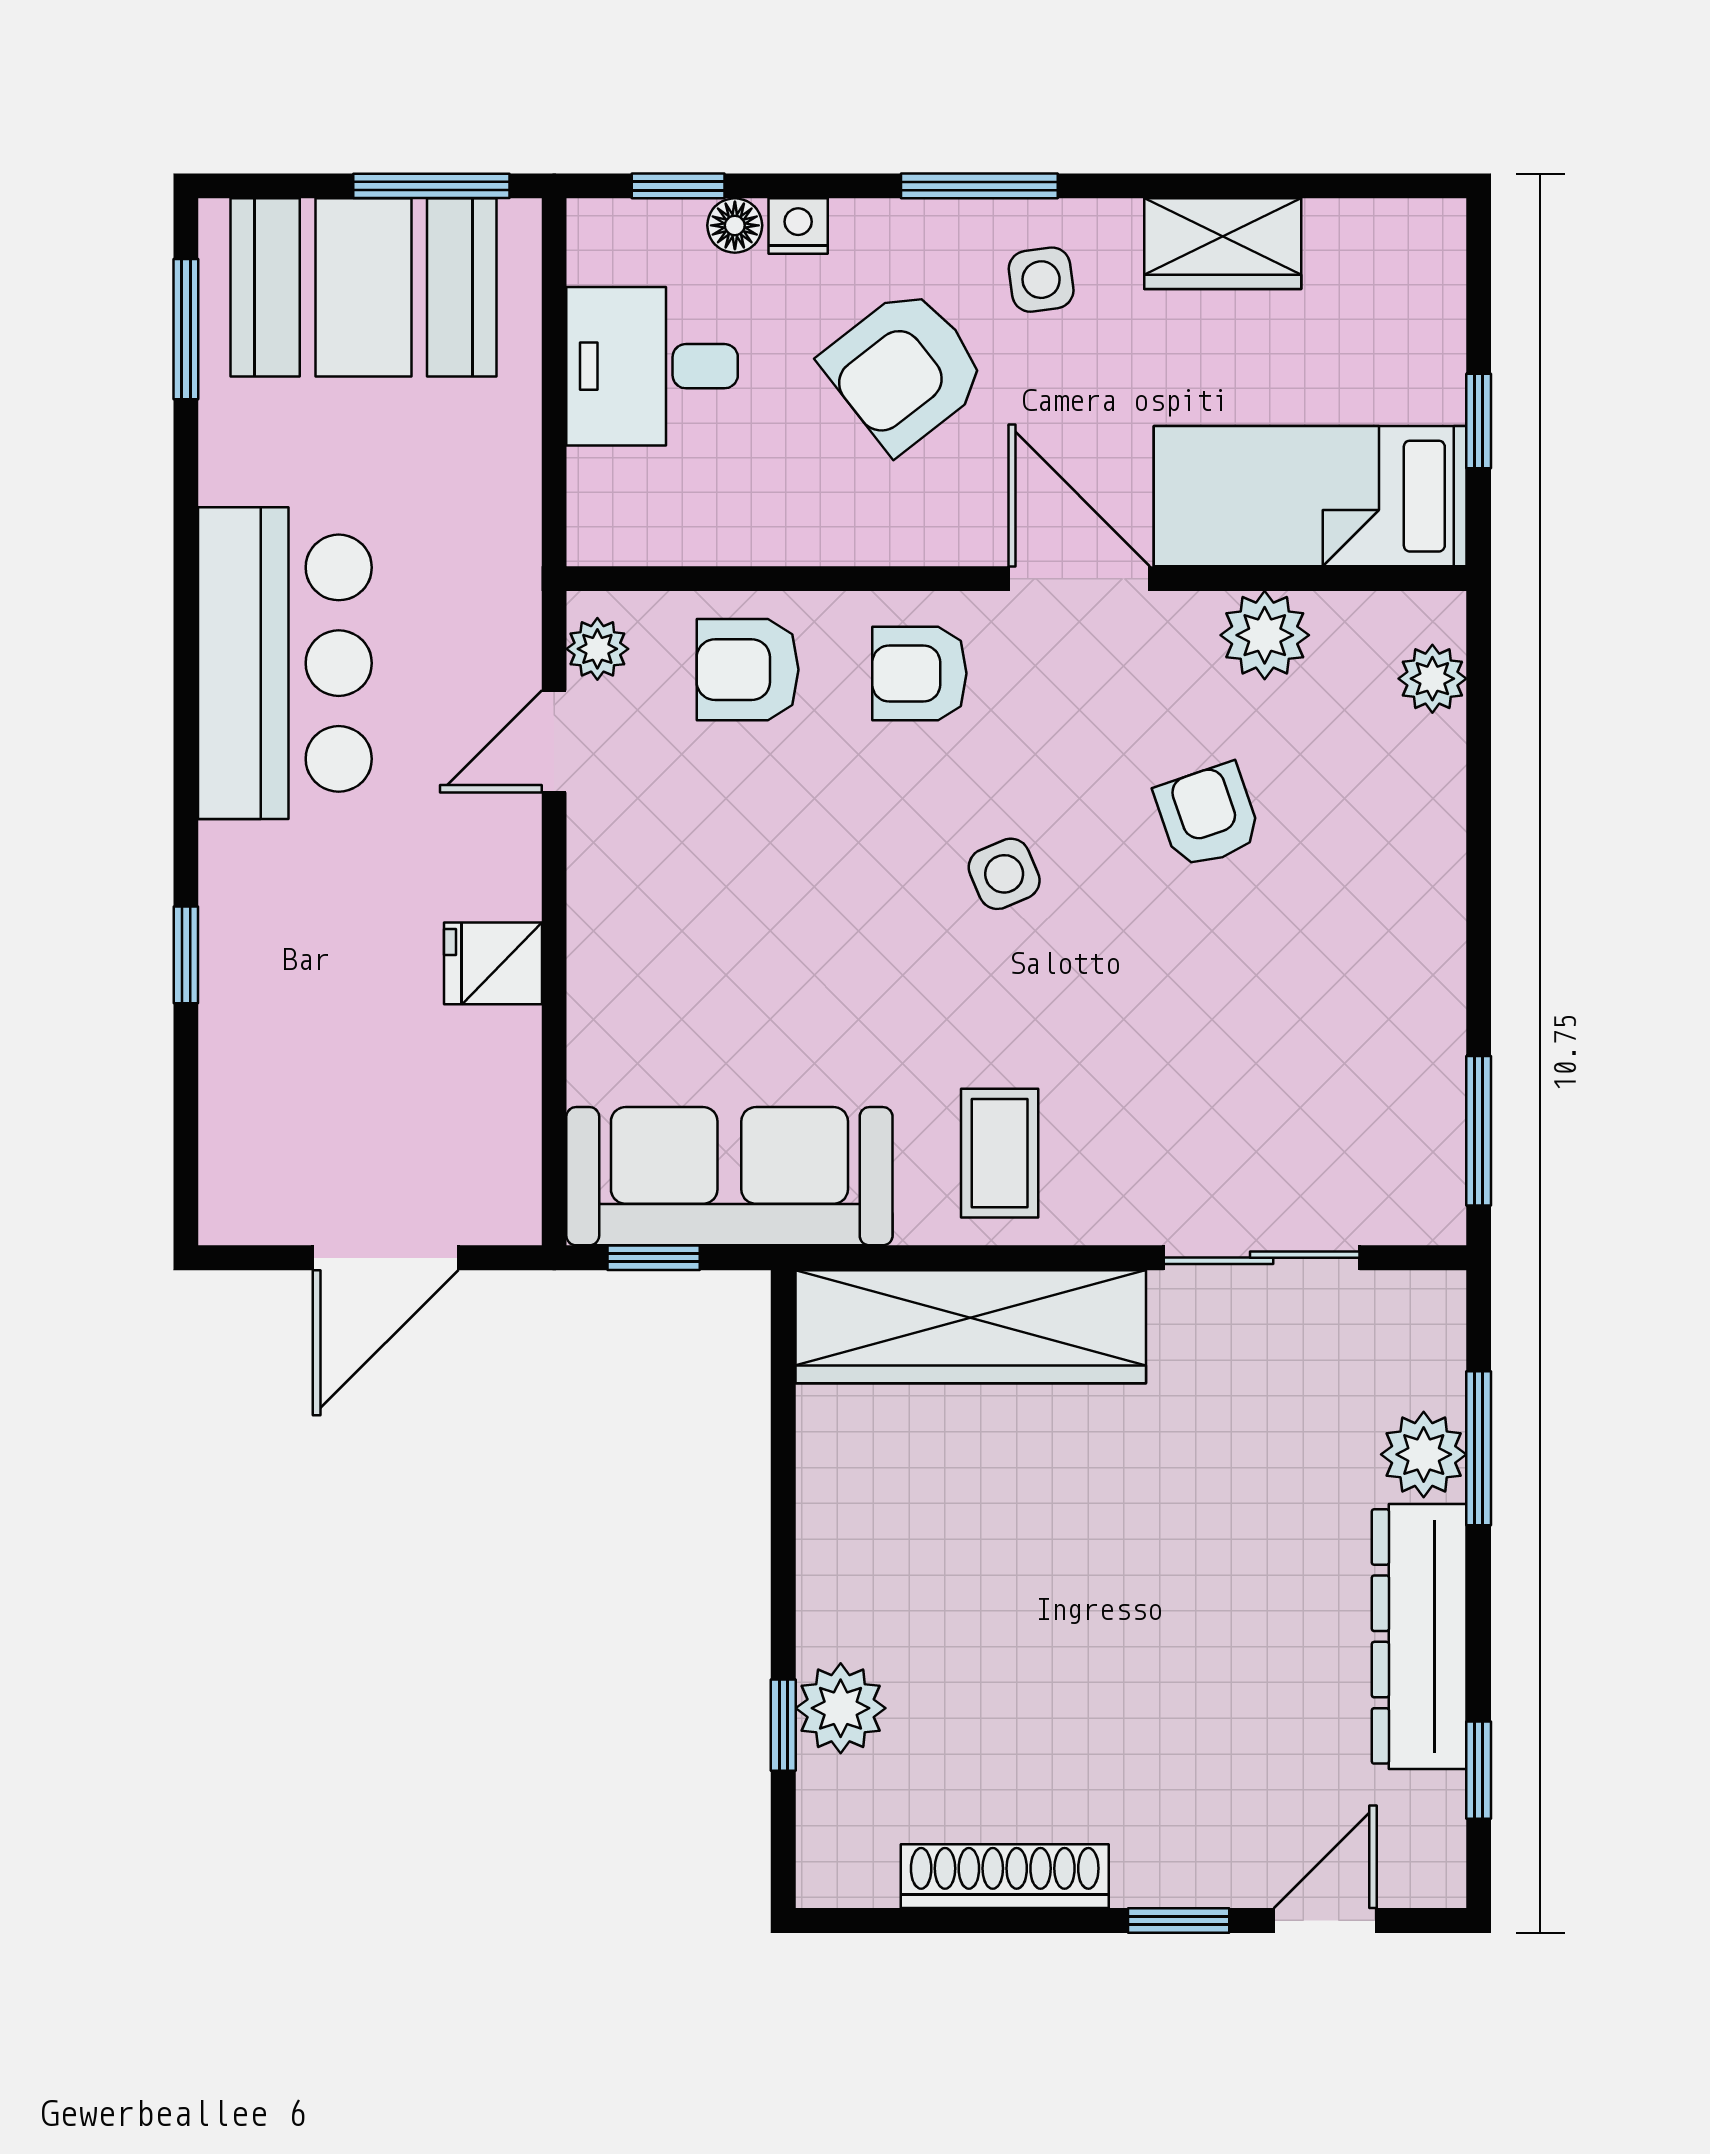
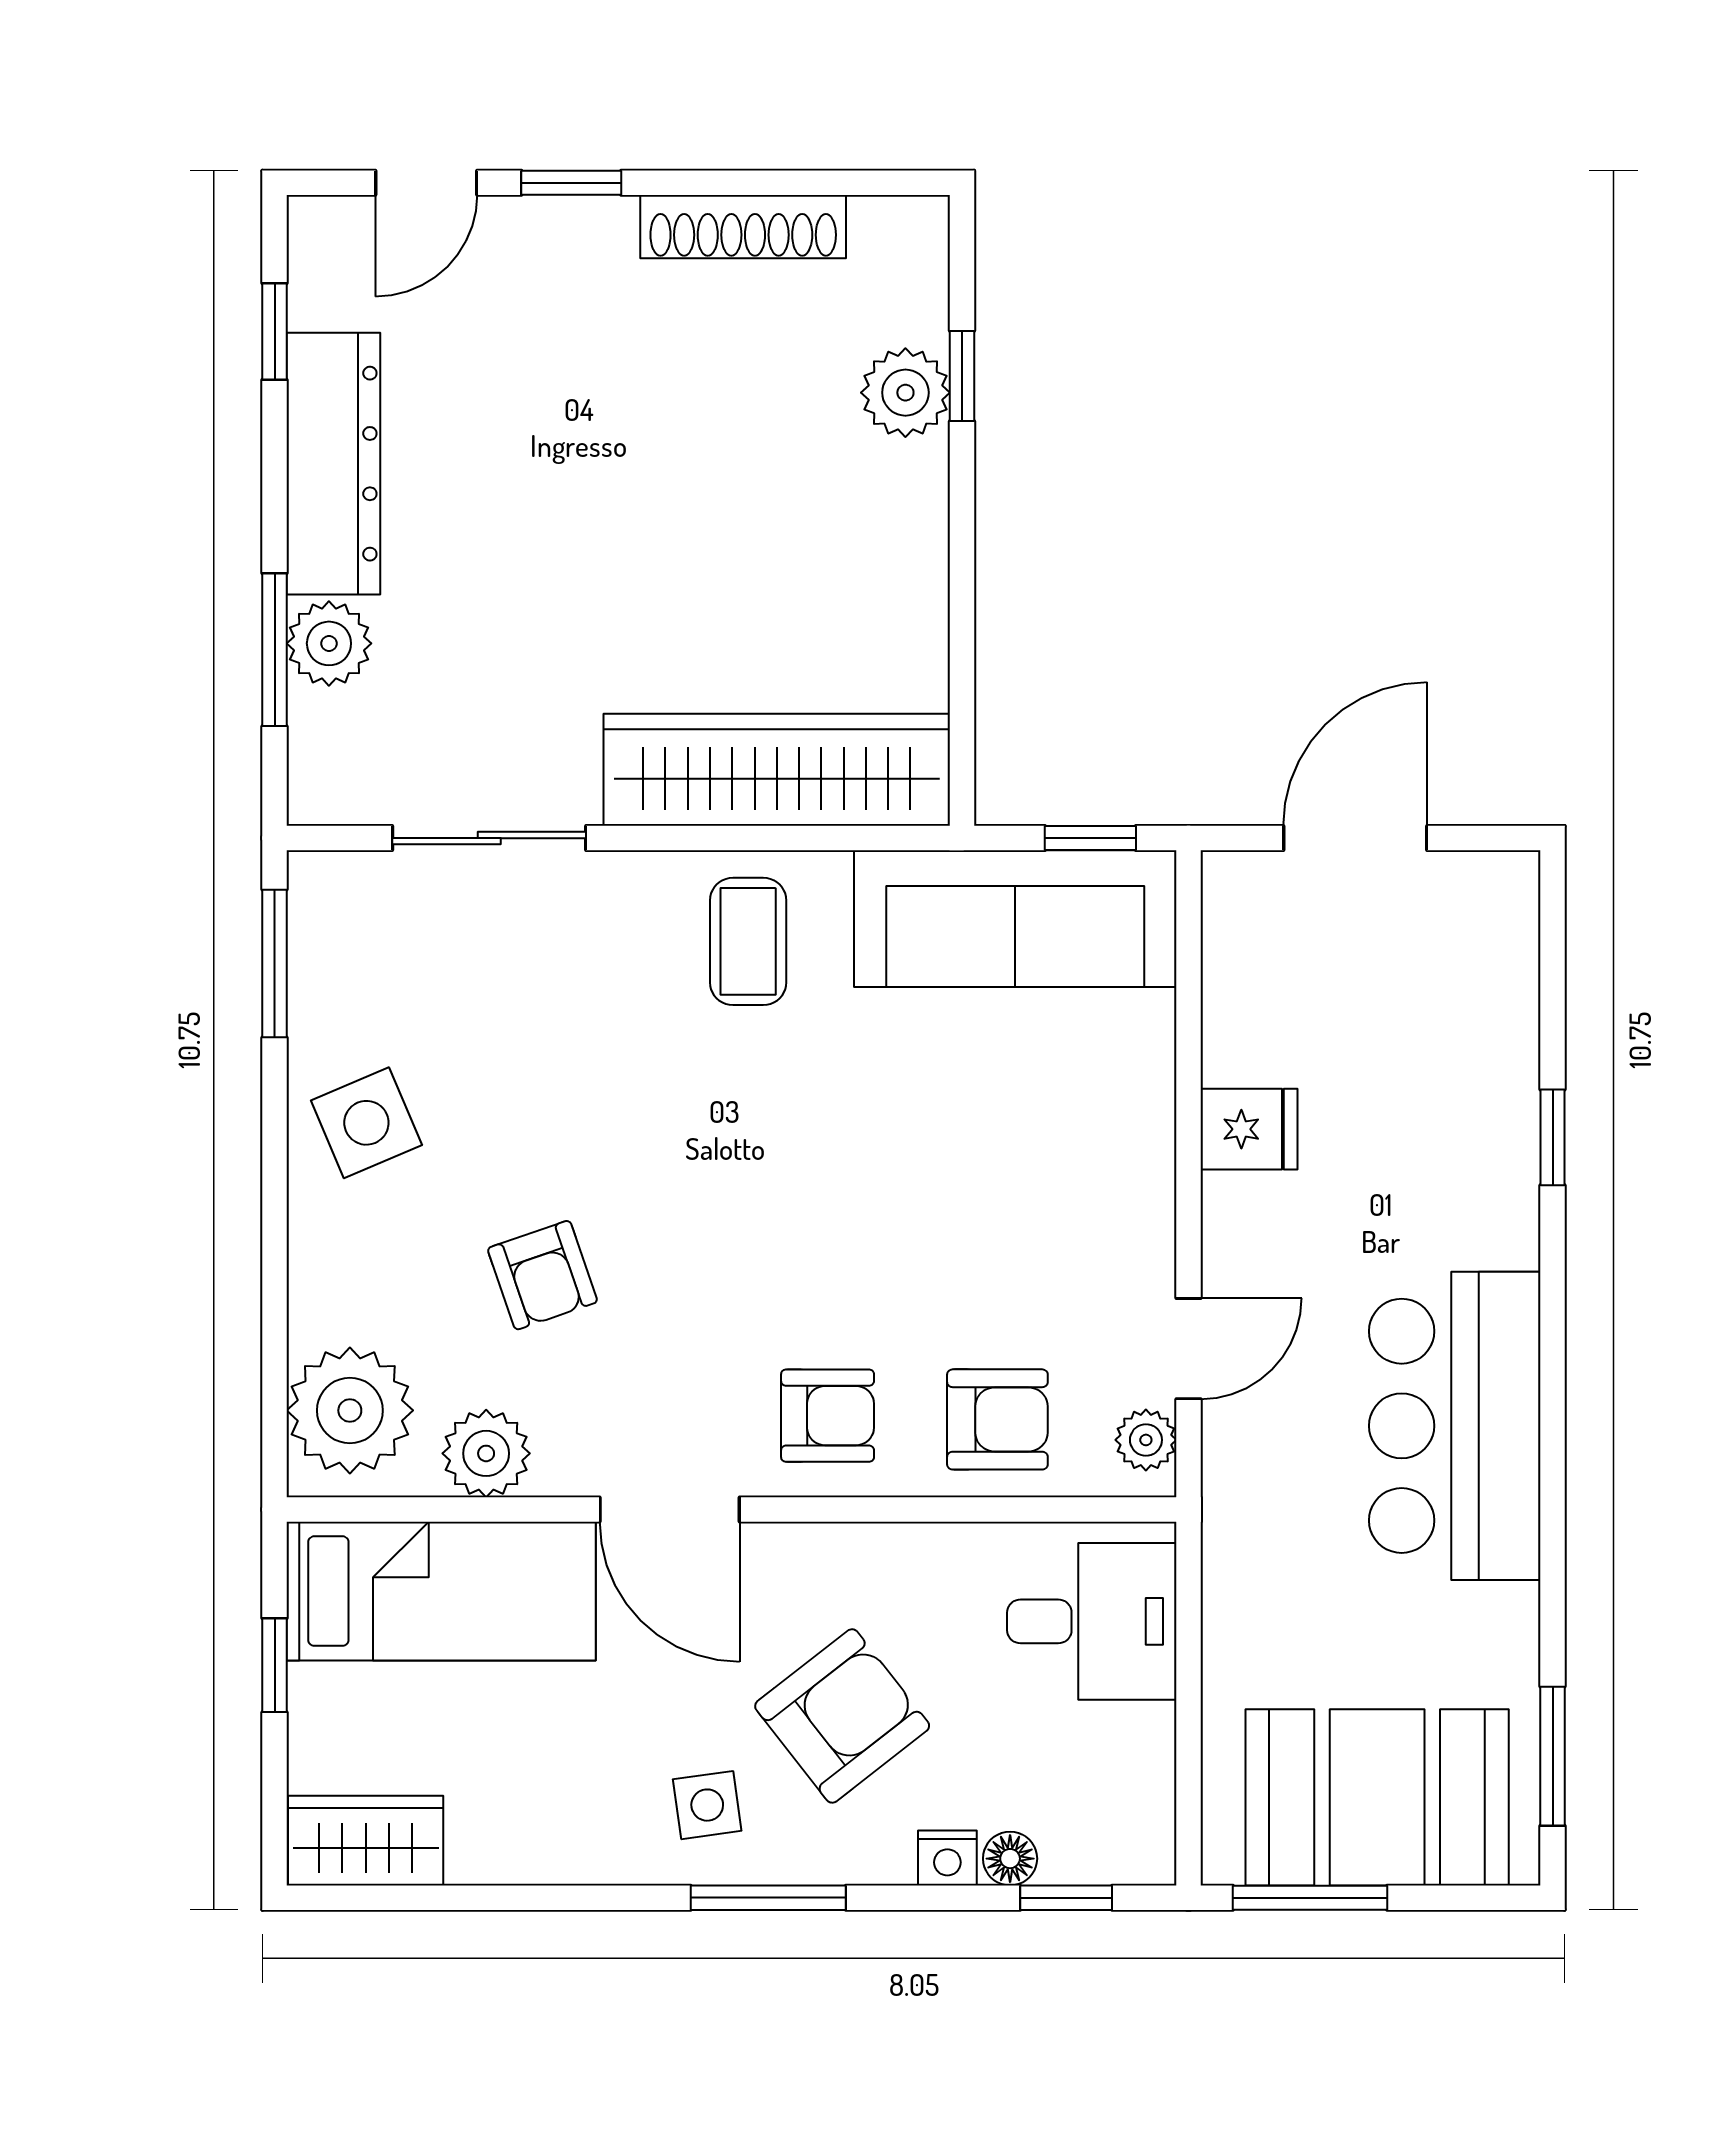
wardrobe: (1223, 244) -> (366, 1841), moved
desk: (652, 366) -> (1092, 1621), moved
plant: (1432, 679) -> (350, 1410), width x1.88, depth x1.88
side table: (1004, 874) -> (366, 1123), moved, width x1.37, depth x1.37

